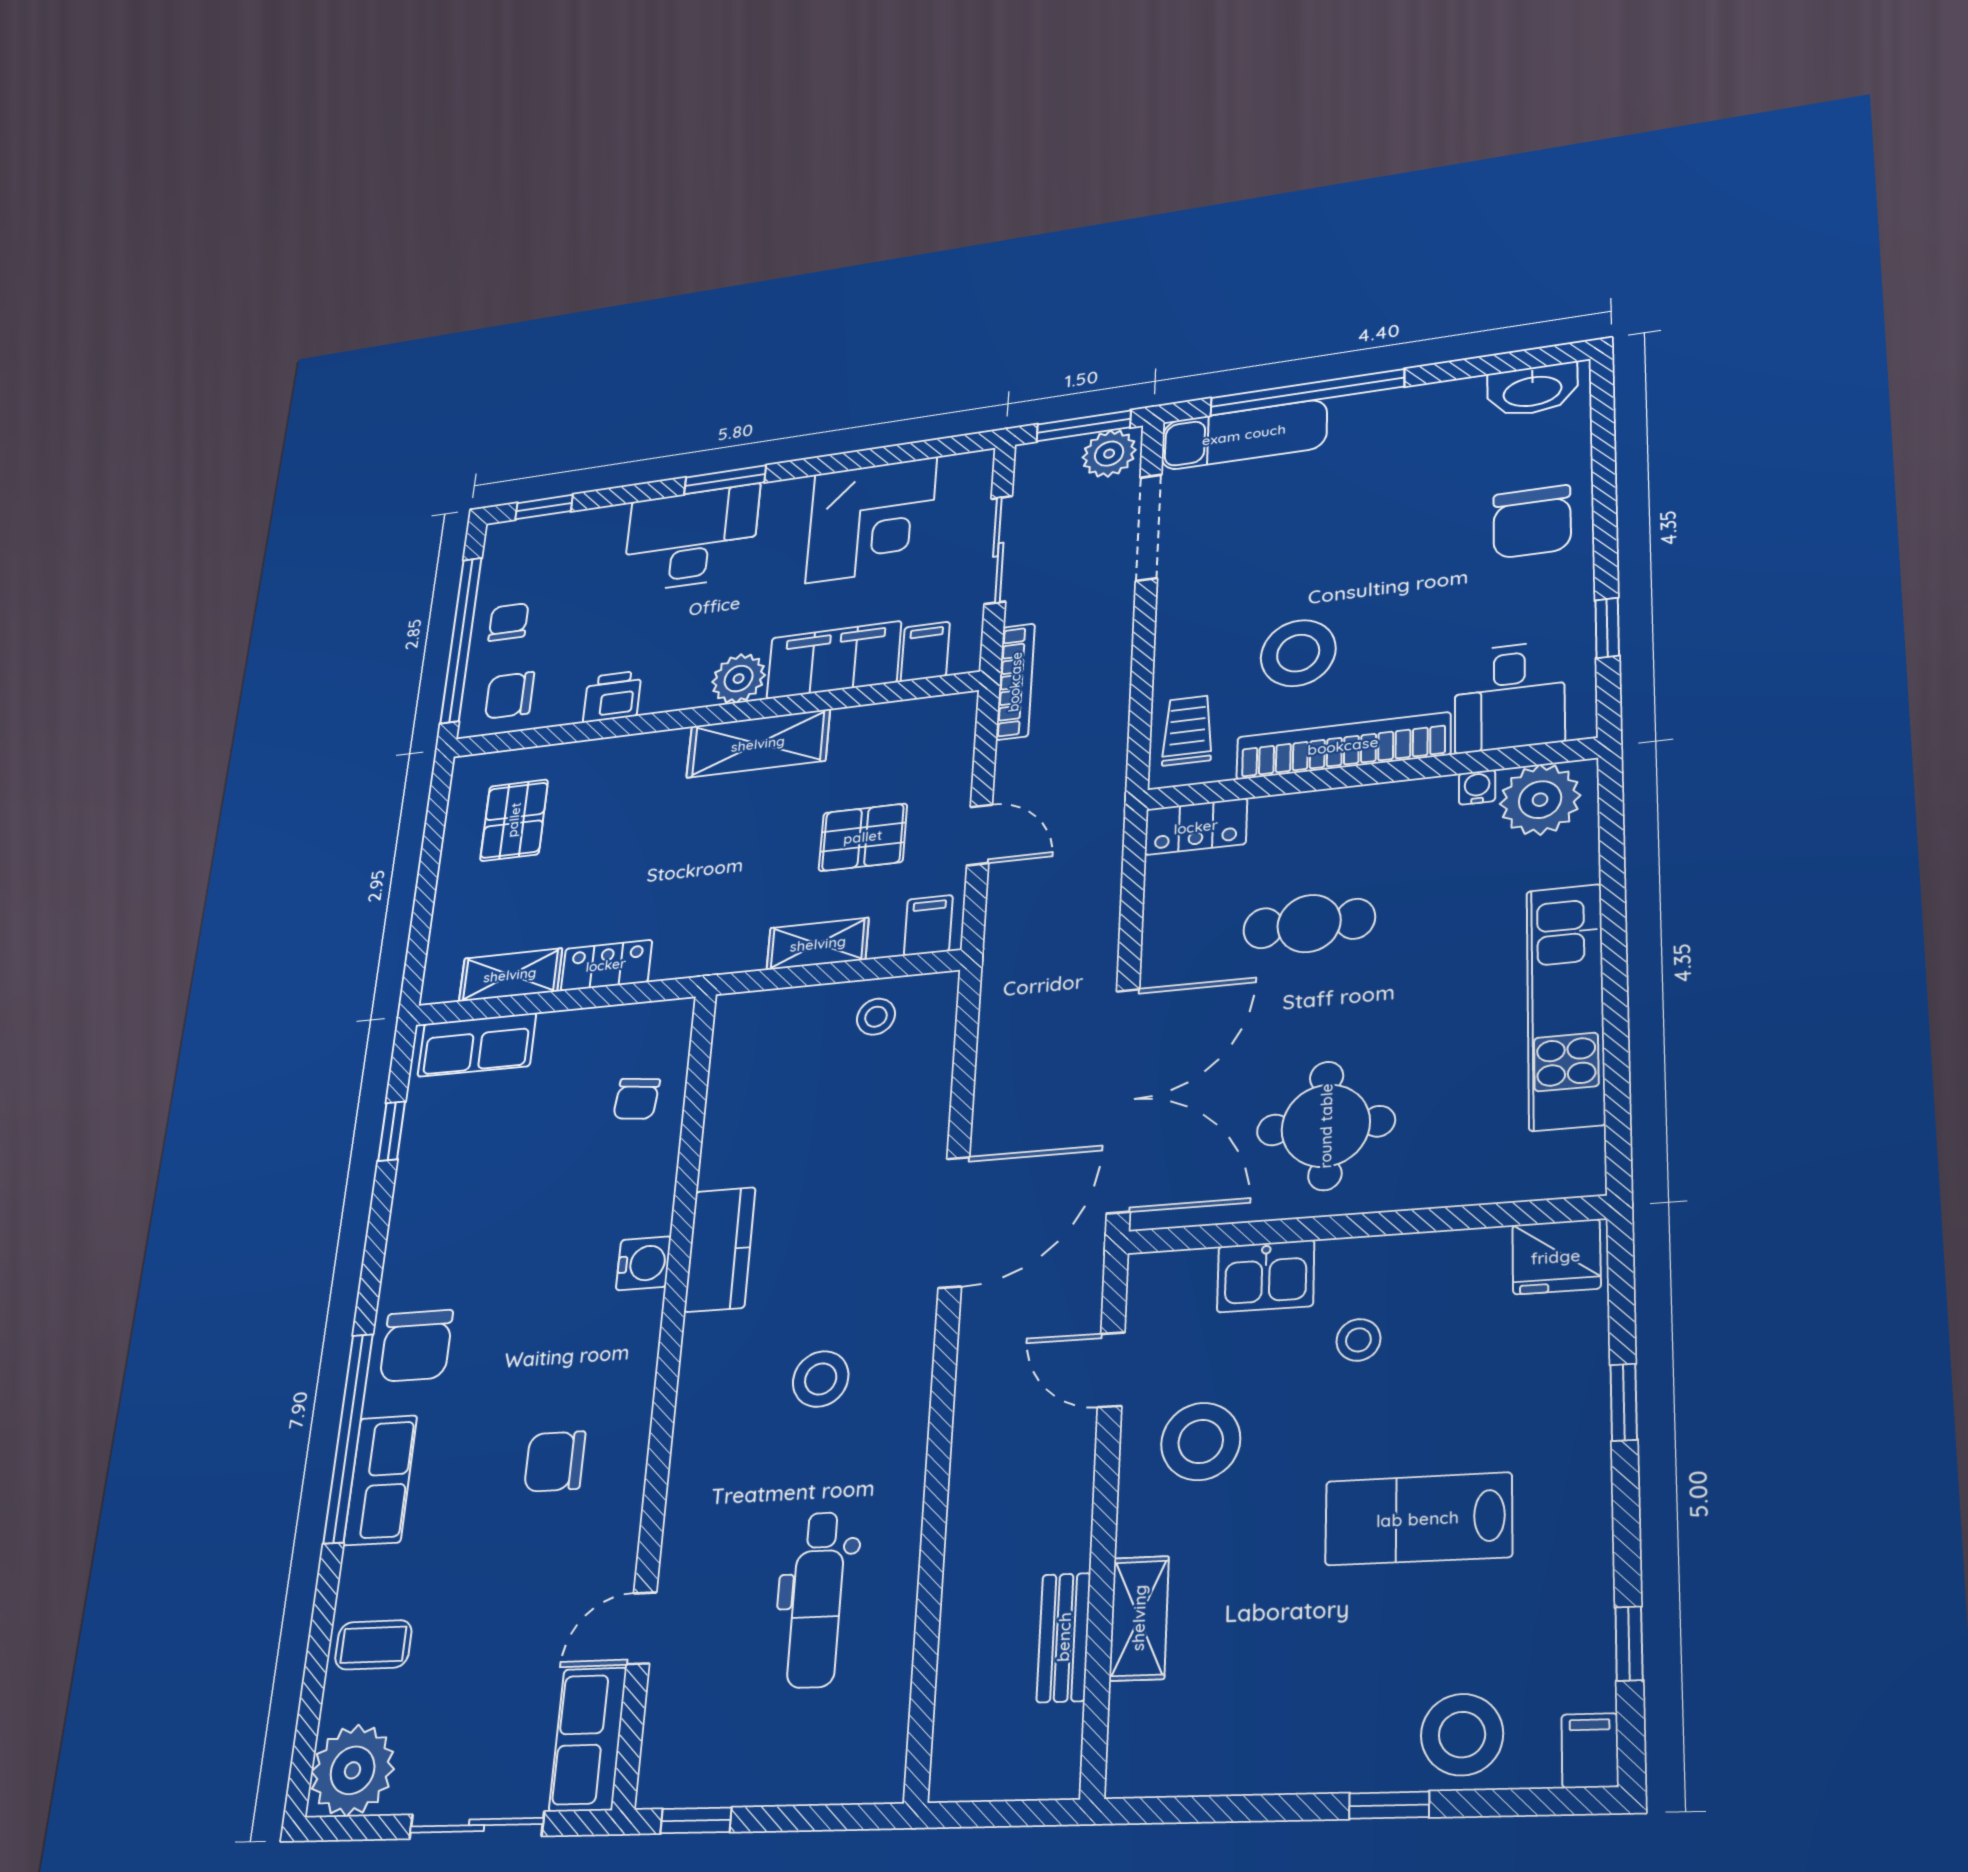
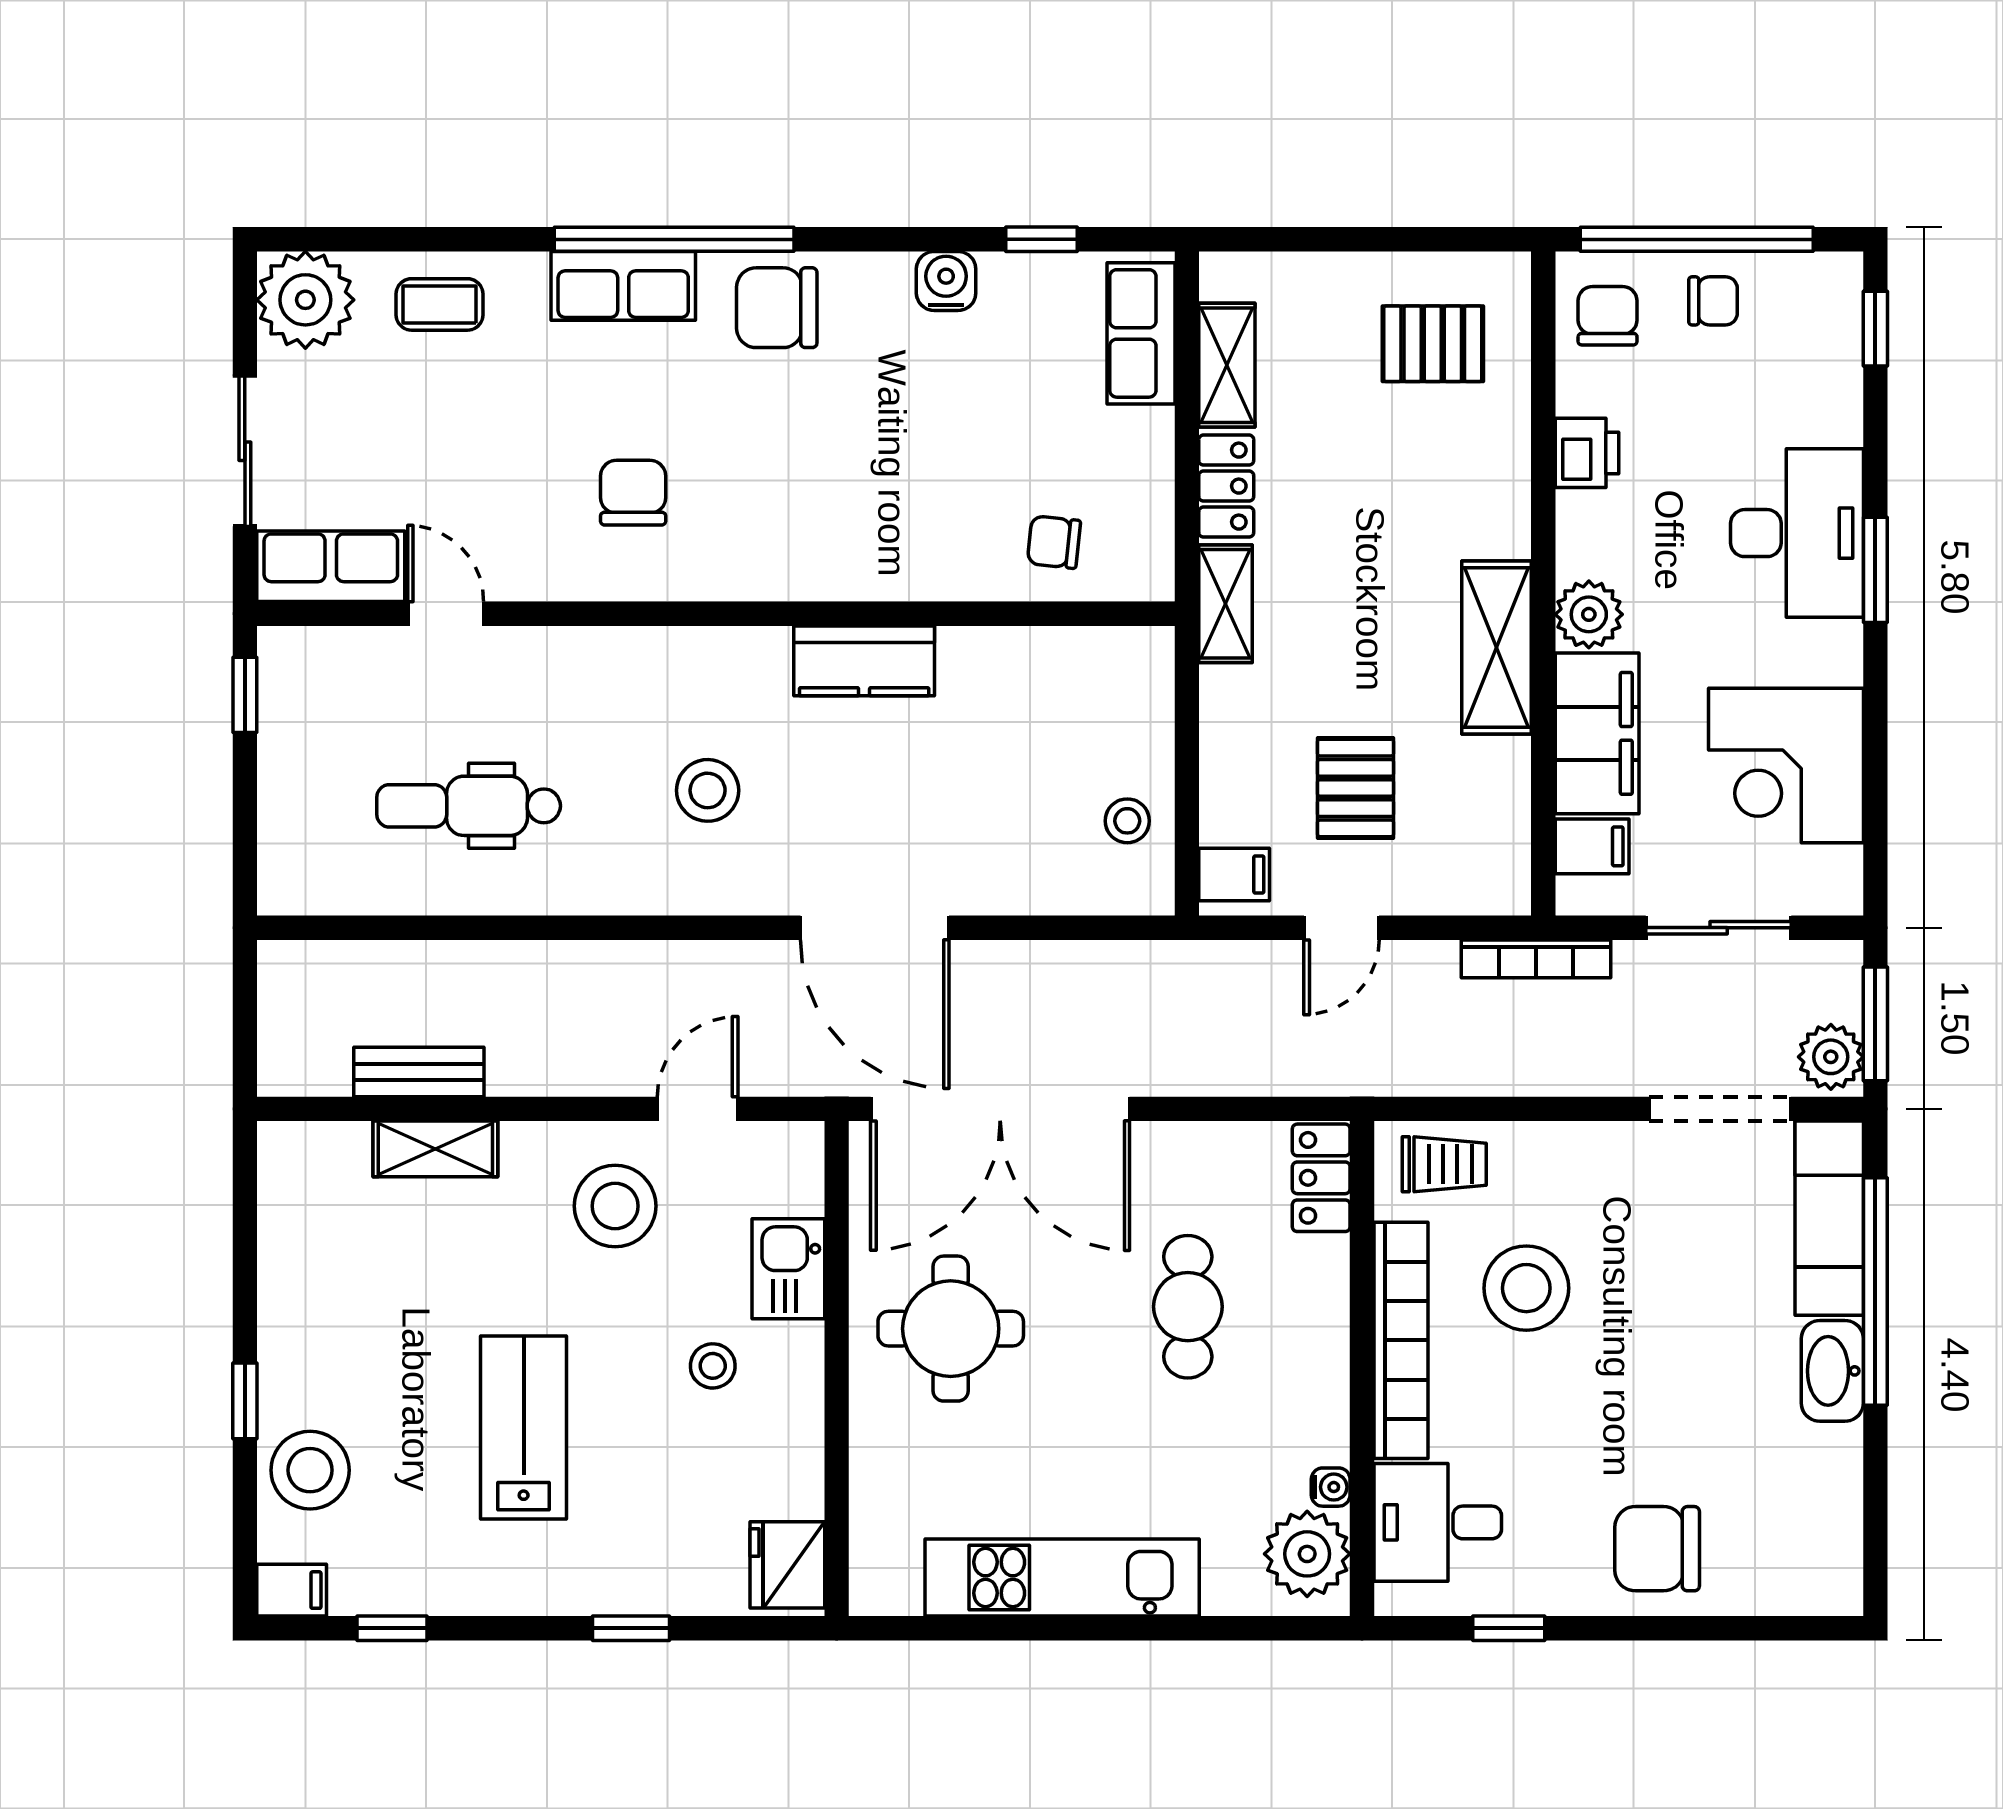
washbasin: (1532, 390) -> (1832, 1371), moved
shelving: (818, 944) -> (1225, 604), moved
water cooler: (644, 1263) -> (946, 281), moved, turned 180
coffee table: (373, 1645) -> (440, 304), turned 90

